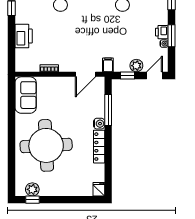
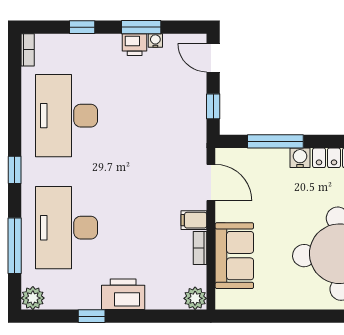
printer: (24, 36) -> (123, 294), moved
filing cabinet: (108, 65) -> (194, 220), moved
plant: (136, 66) -> (195, 298), moved
sofa: (26, 95) -> (234, 256), moved, turned 90

